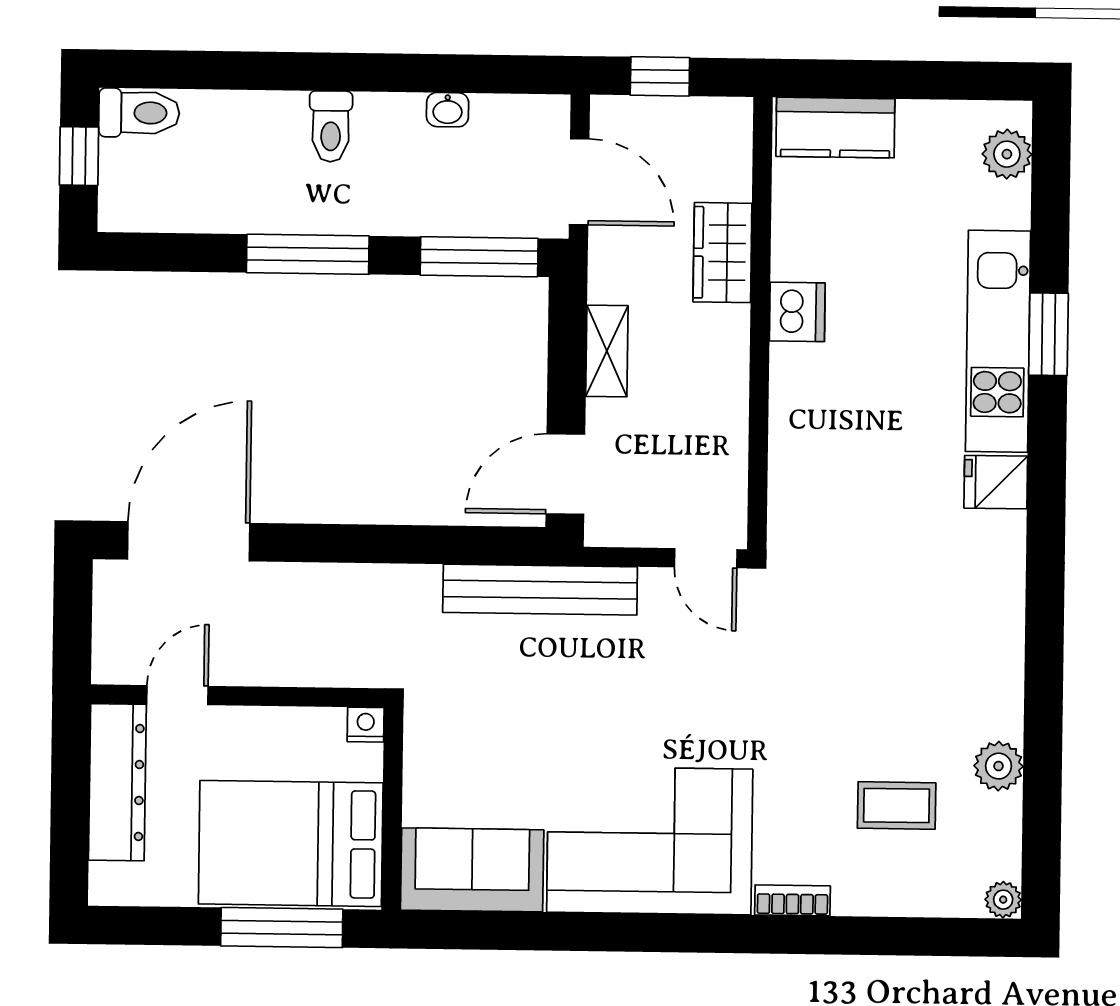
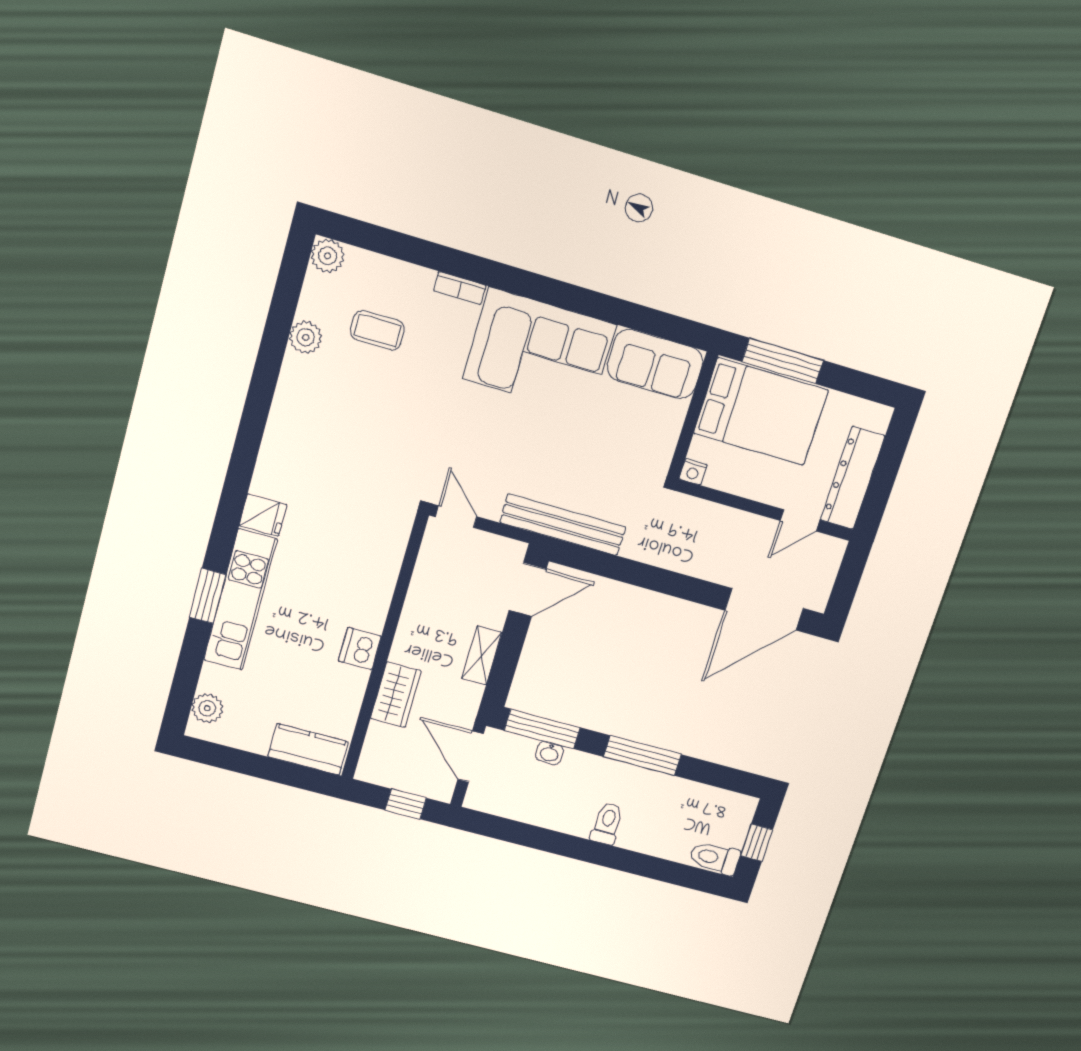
washbasin: (448, 110) -> (550, 753), moved, turned 180
plant: (1003, 900) -> (327, 256), width x1.38, depth x1.38

